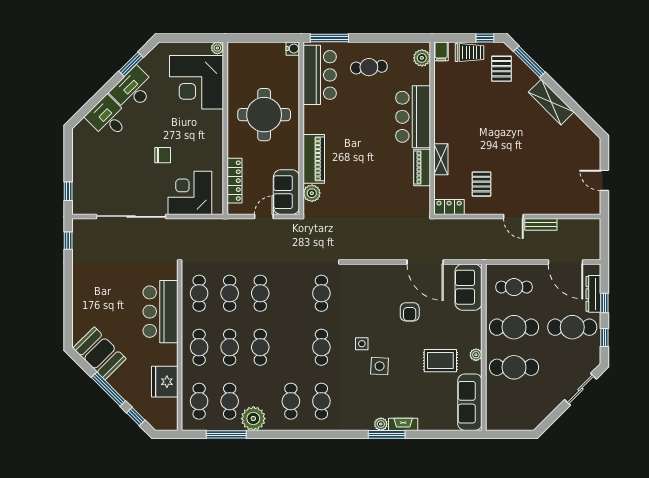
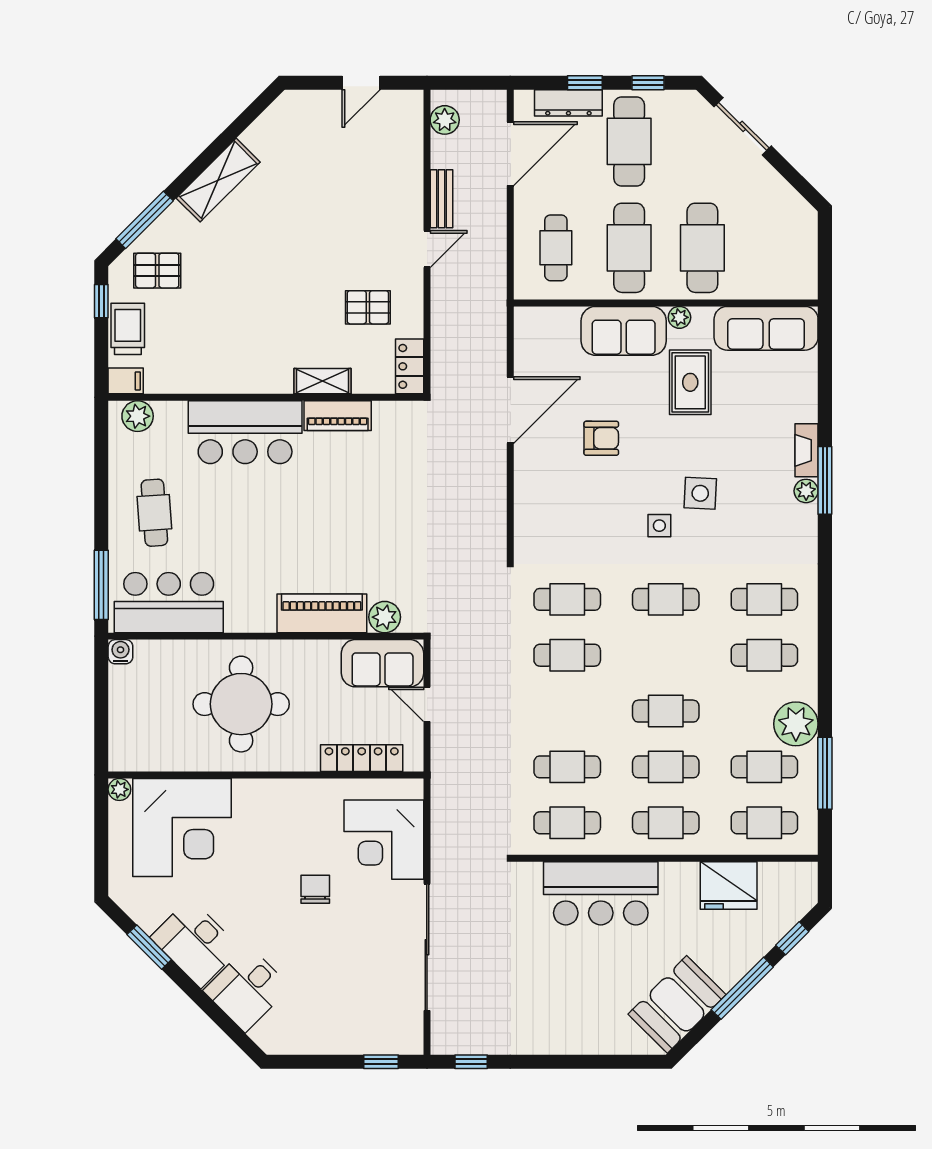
plant: (584, 226) -> (445, 120), added
sofa: (469, 287) -> (624, 331), moved
cafe table: (260, 293) -> (567, 655), moved

